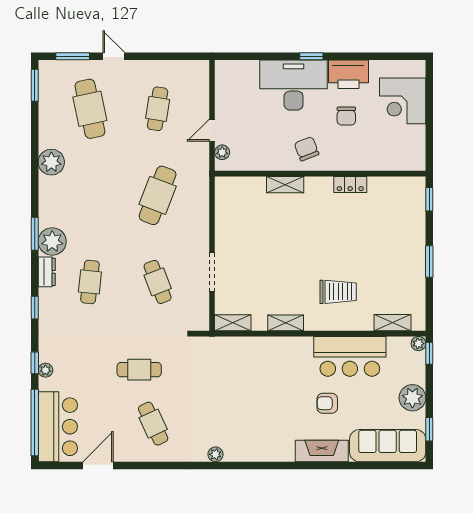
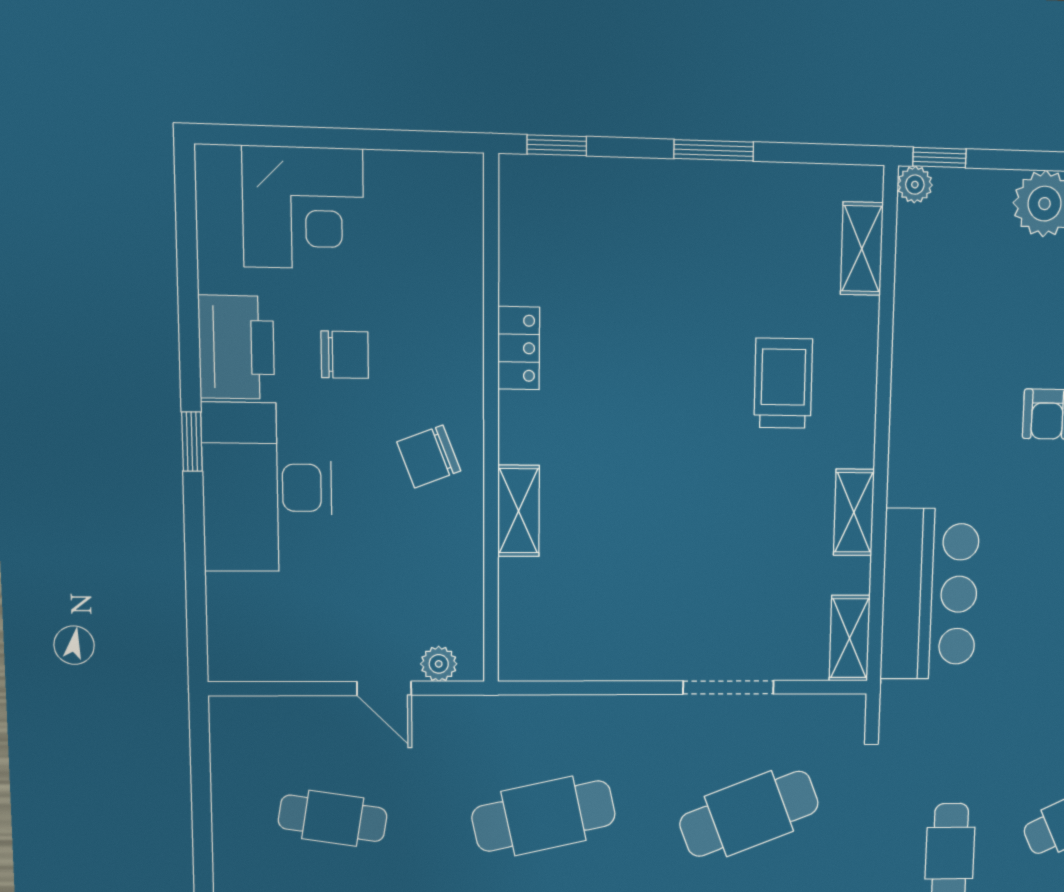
cafe table: (158, 195) -> (544, 816), turned -33
cafe table: (158, 282) -> (749, 814), width x1.37, depth x1.35
bar counter: (350, 356) -> (930, 594), moved

